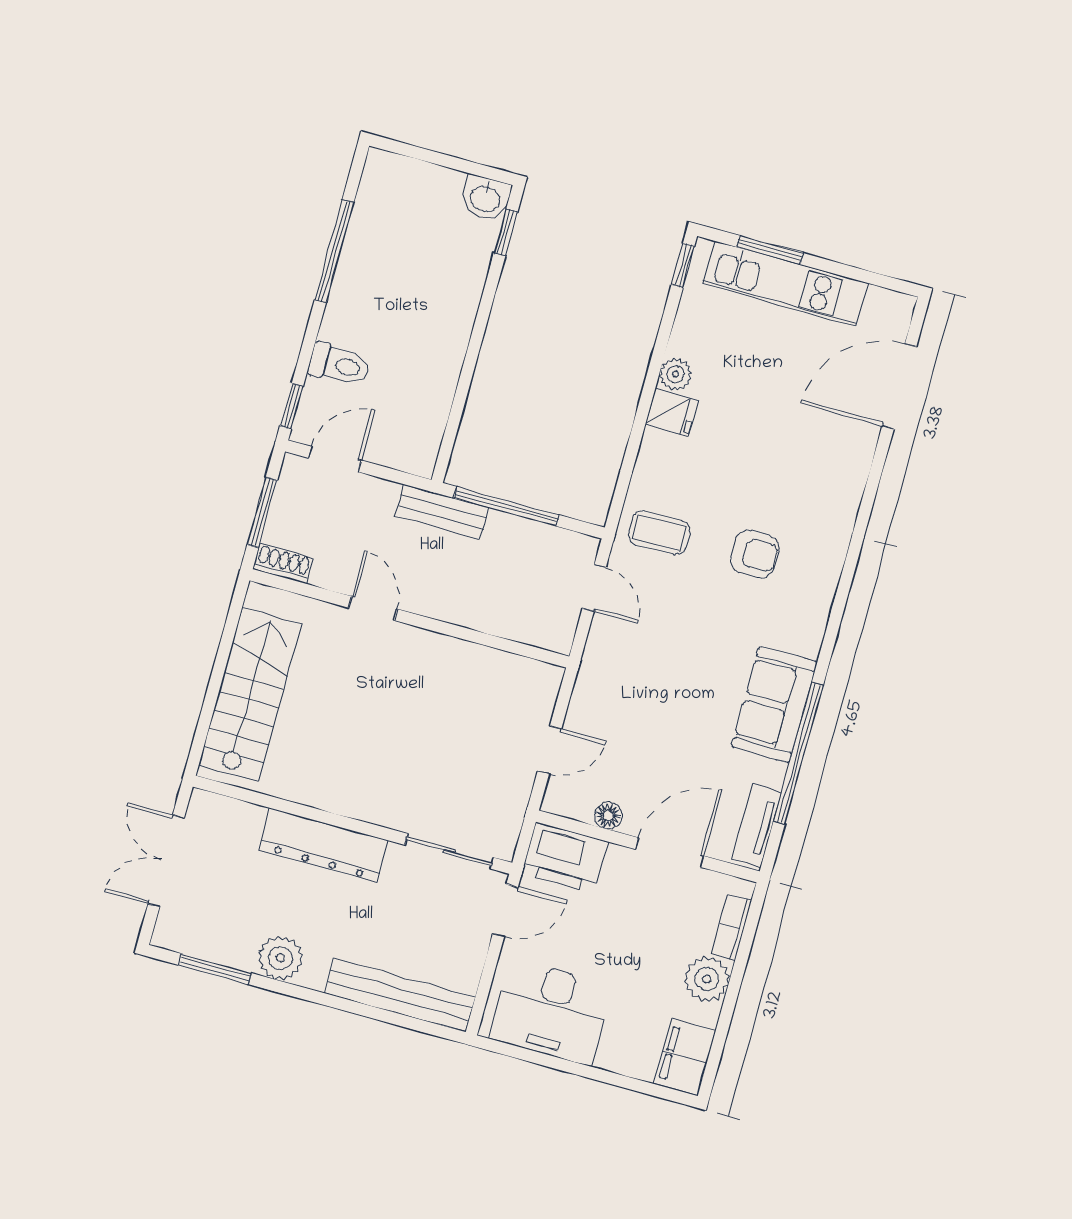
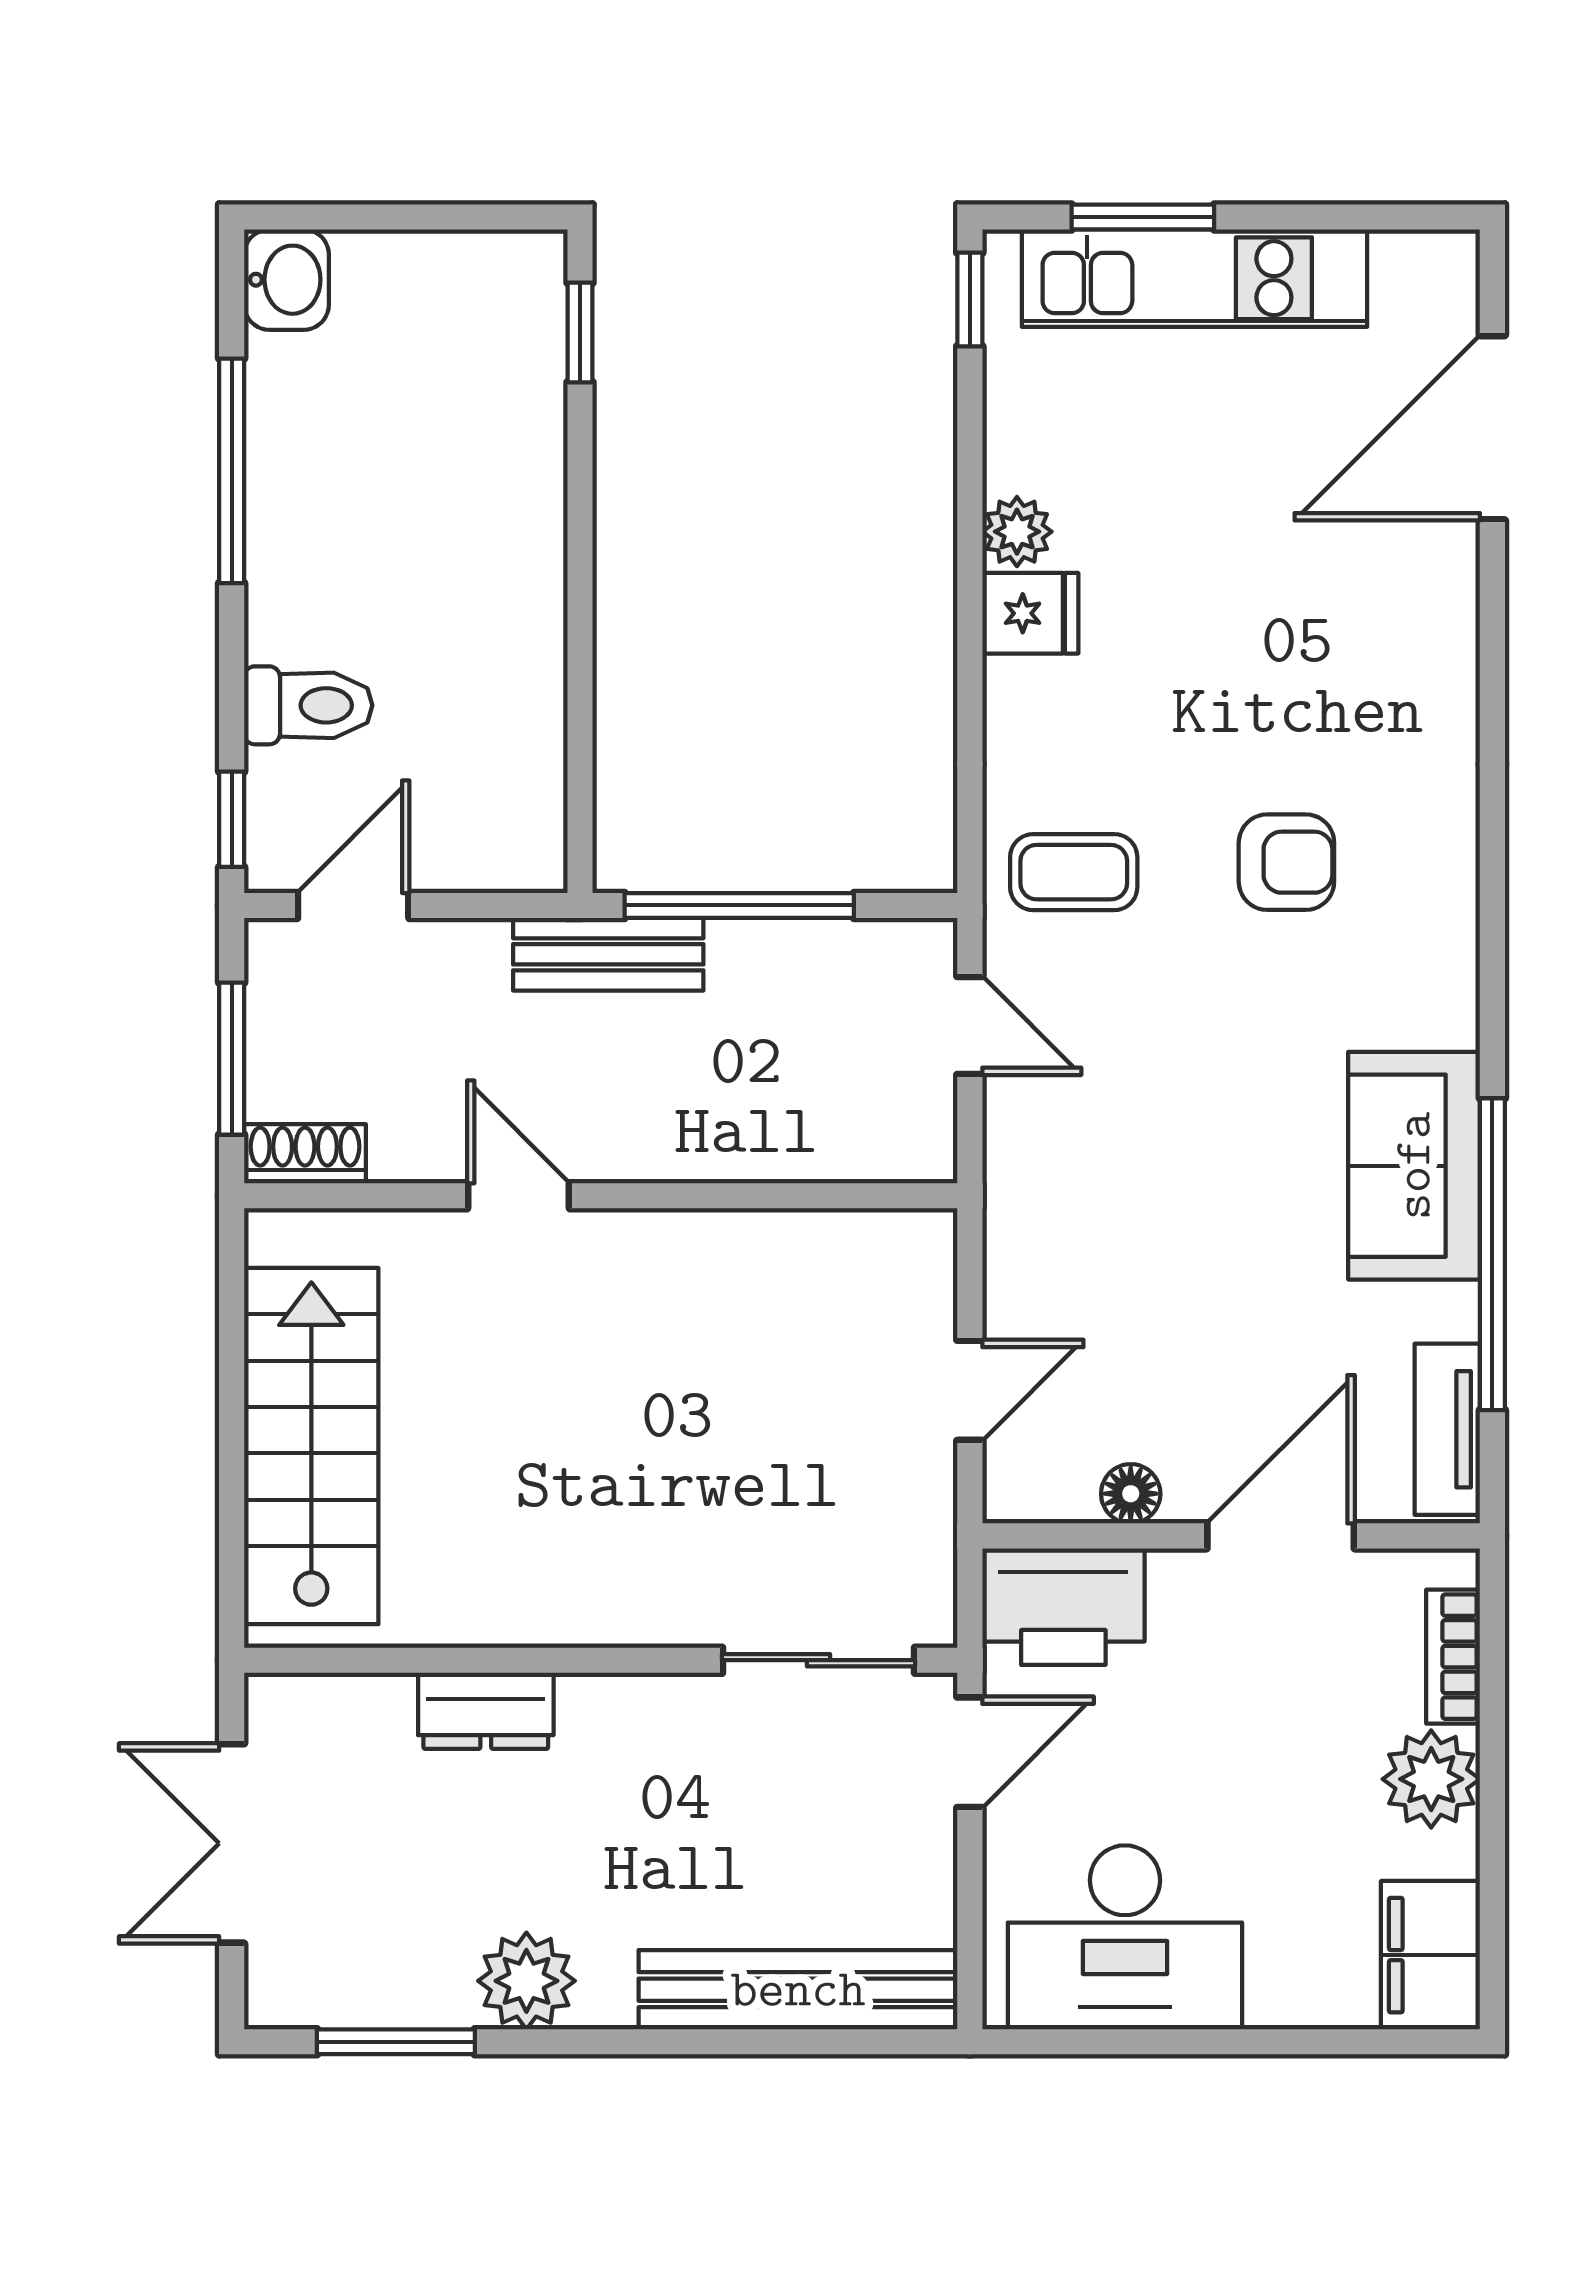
washbasin: (485, 198) -> (287, 280), moved, turned -90
dresser: (323, 845) -> (486, 1711), width x0.51, depth x0.80

